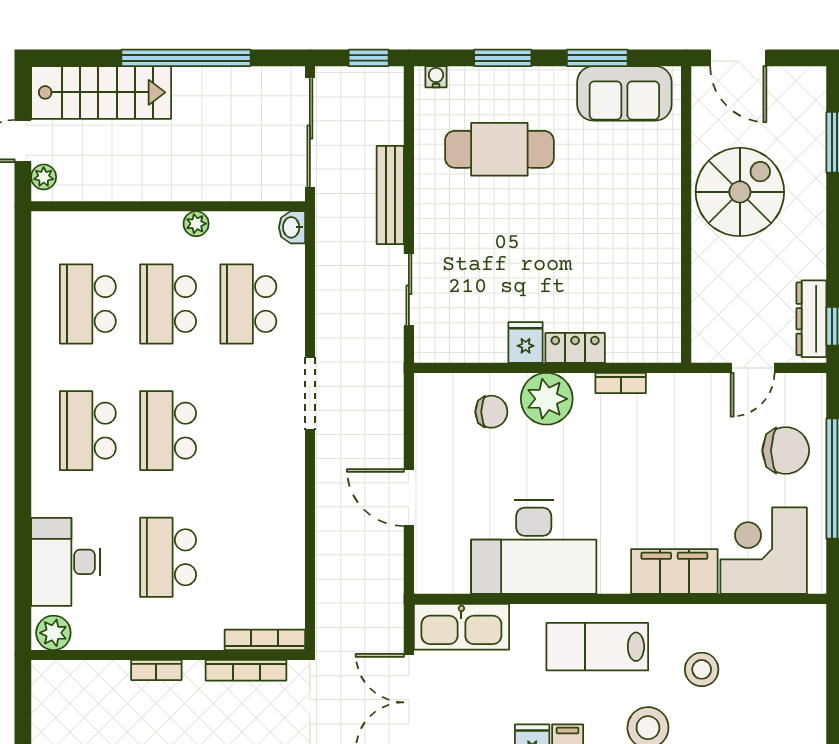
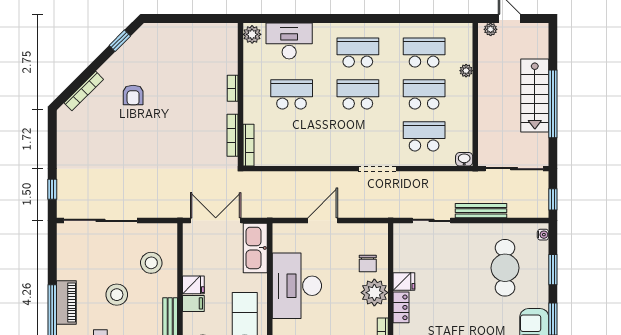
stairs: (101, 92) -> (535, 96), moved
plant: (196, 224) -> (466, 71), moved

